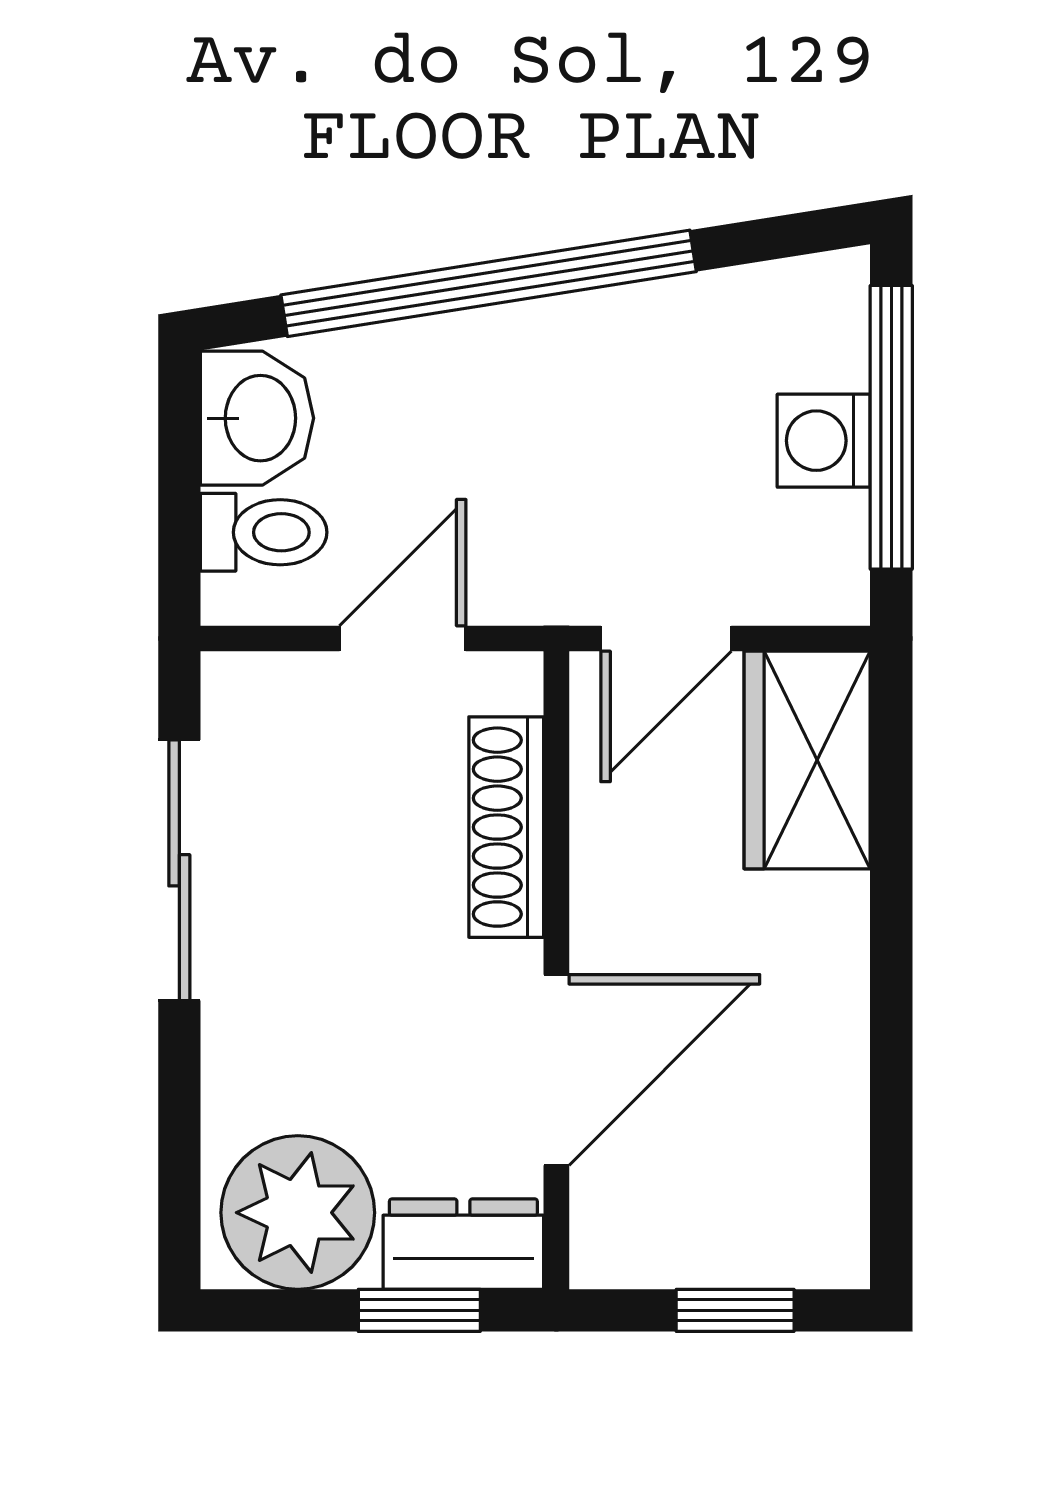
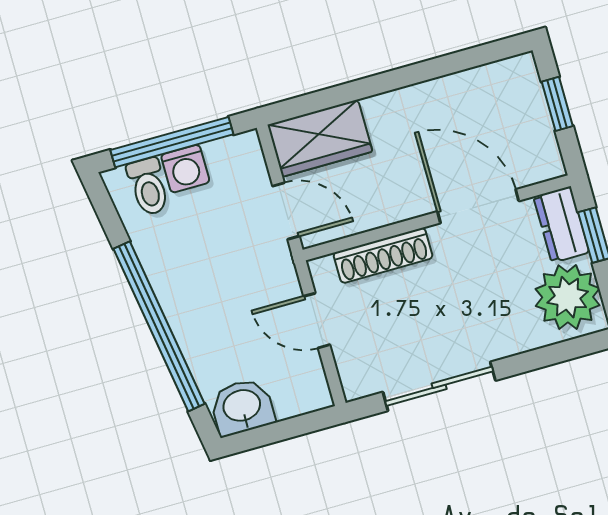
toilet: (264, 532) -> (148, 187), moved, turned 180

